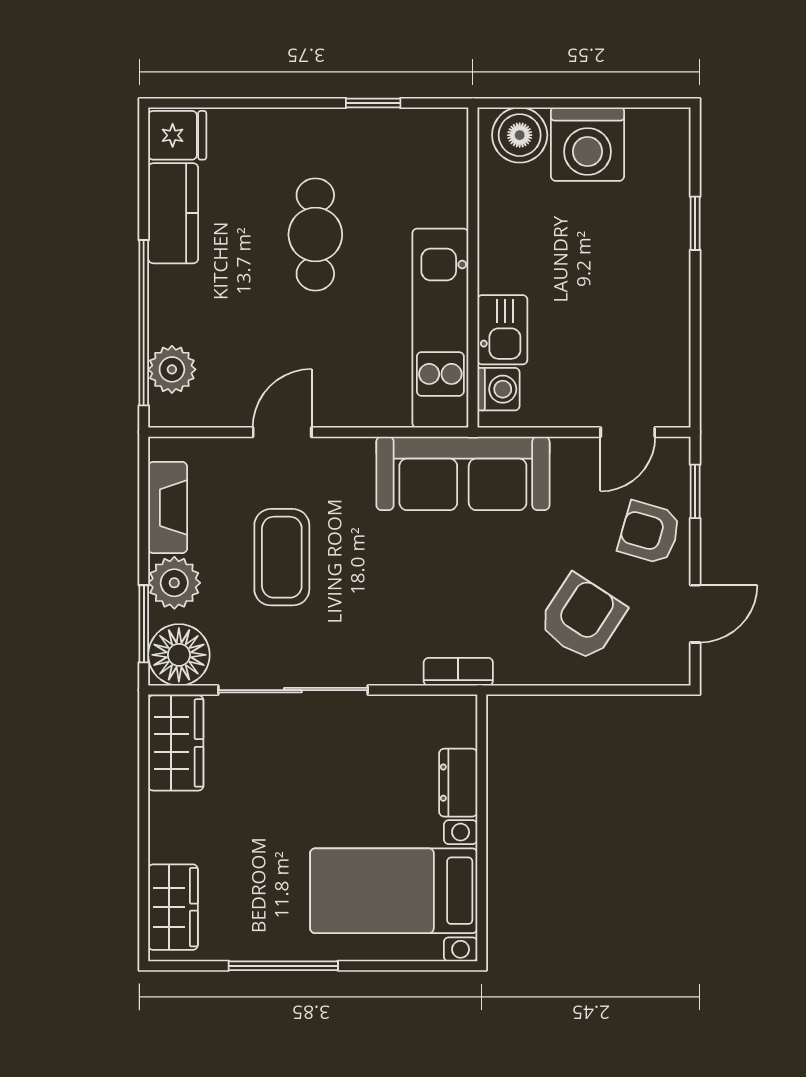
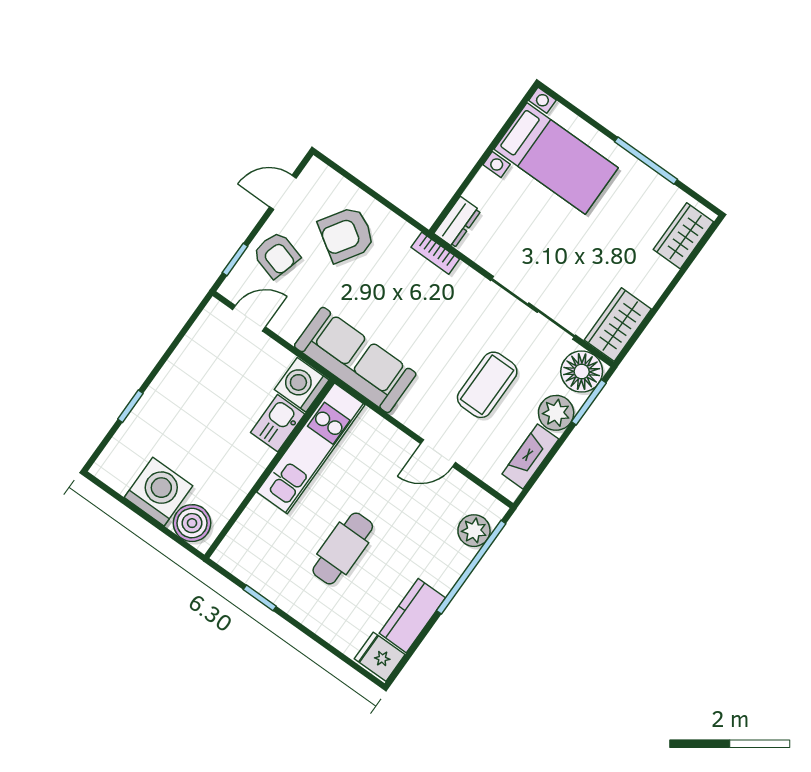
washing machine: (498, 389) -> (302, 385), width x1.38, depth x1.38
dresser: (458, 783) -> (457, 222), moved

